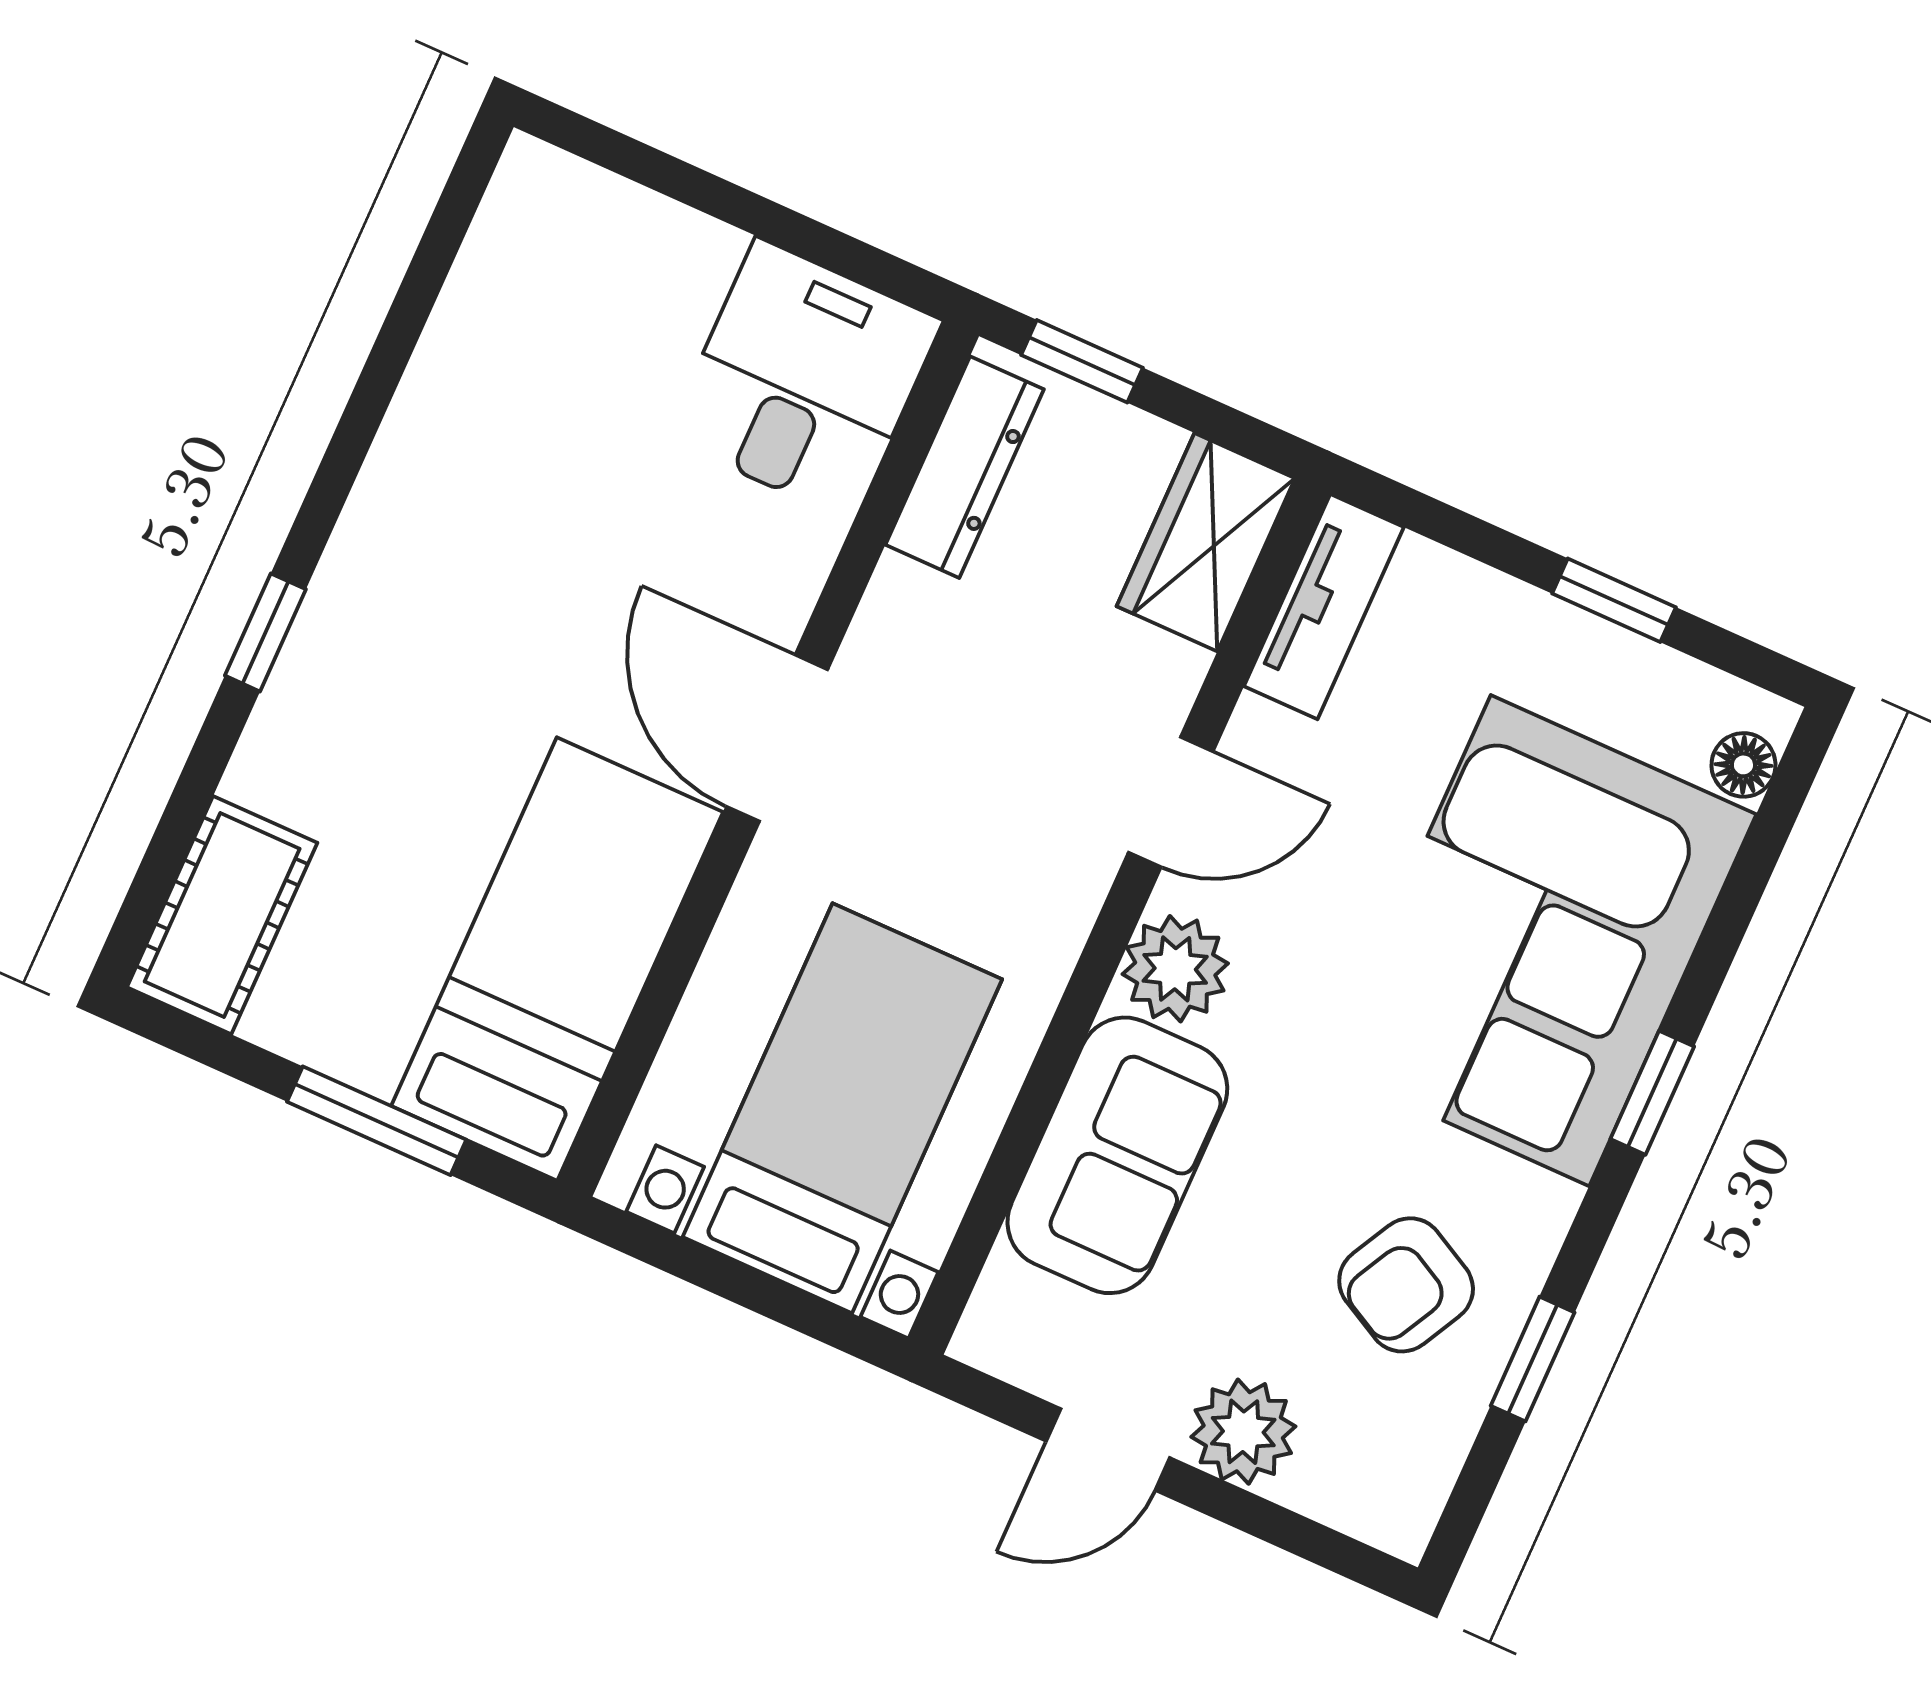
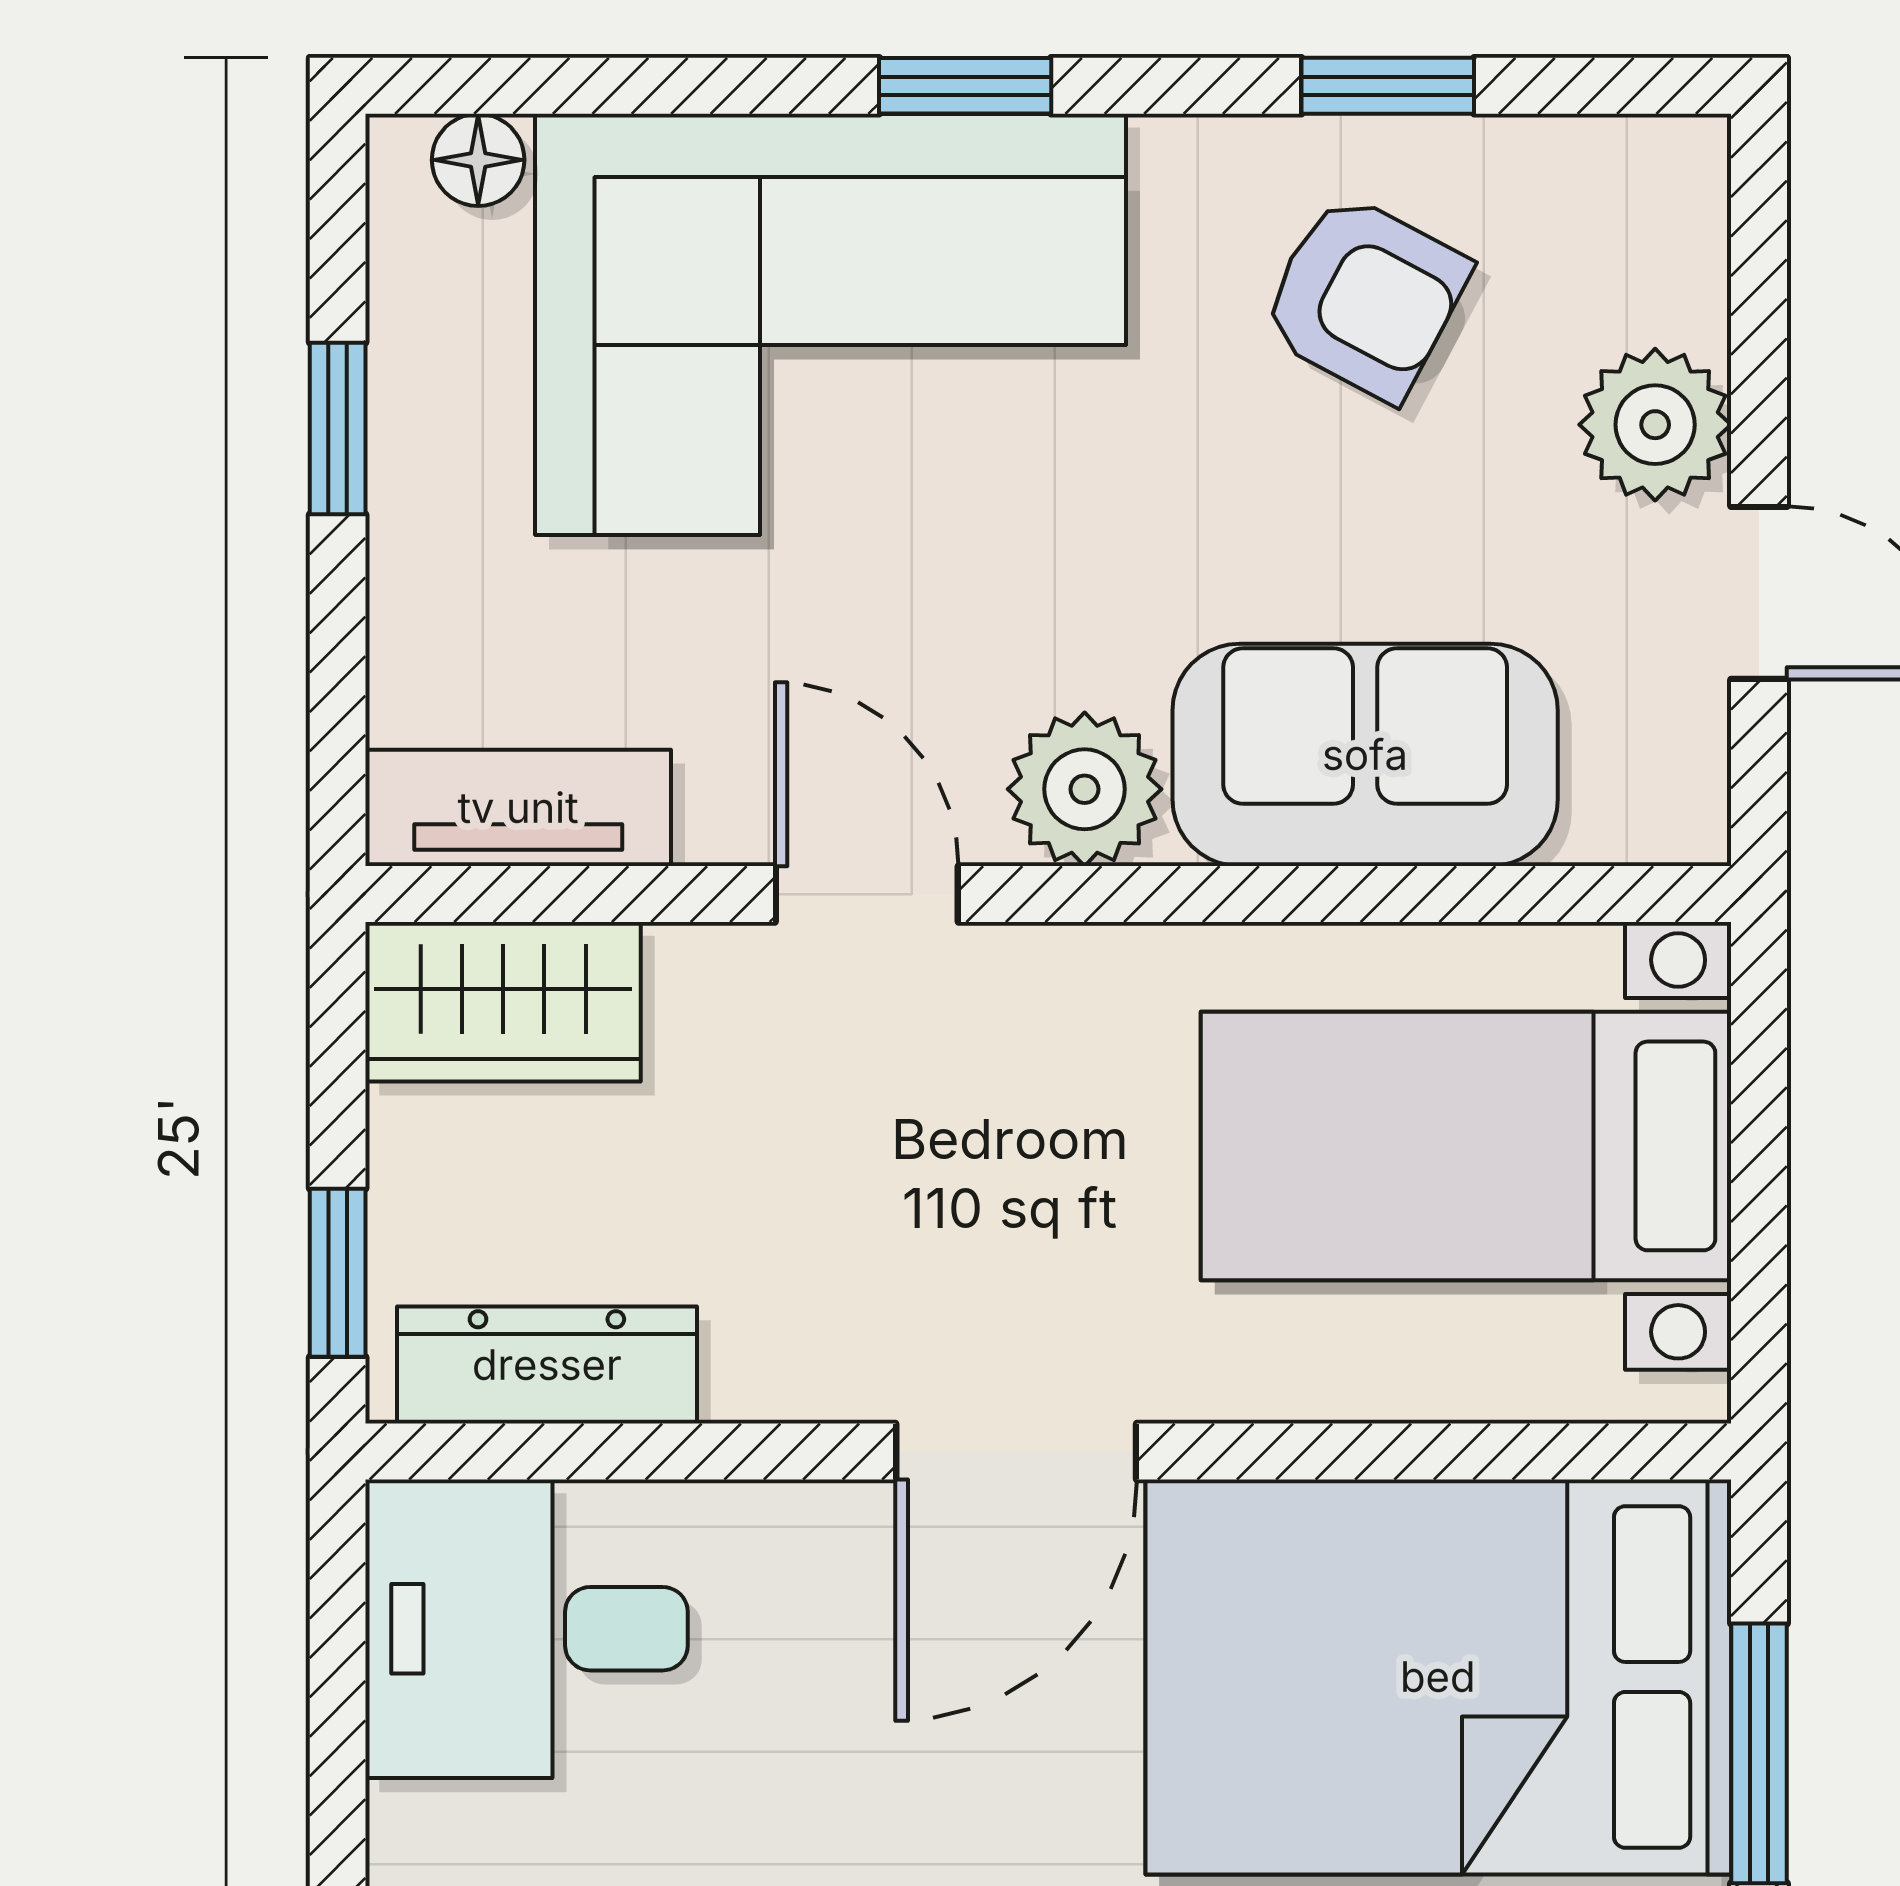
bed: (557, 959) -> (1438, 1677), width x1.50

